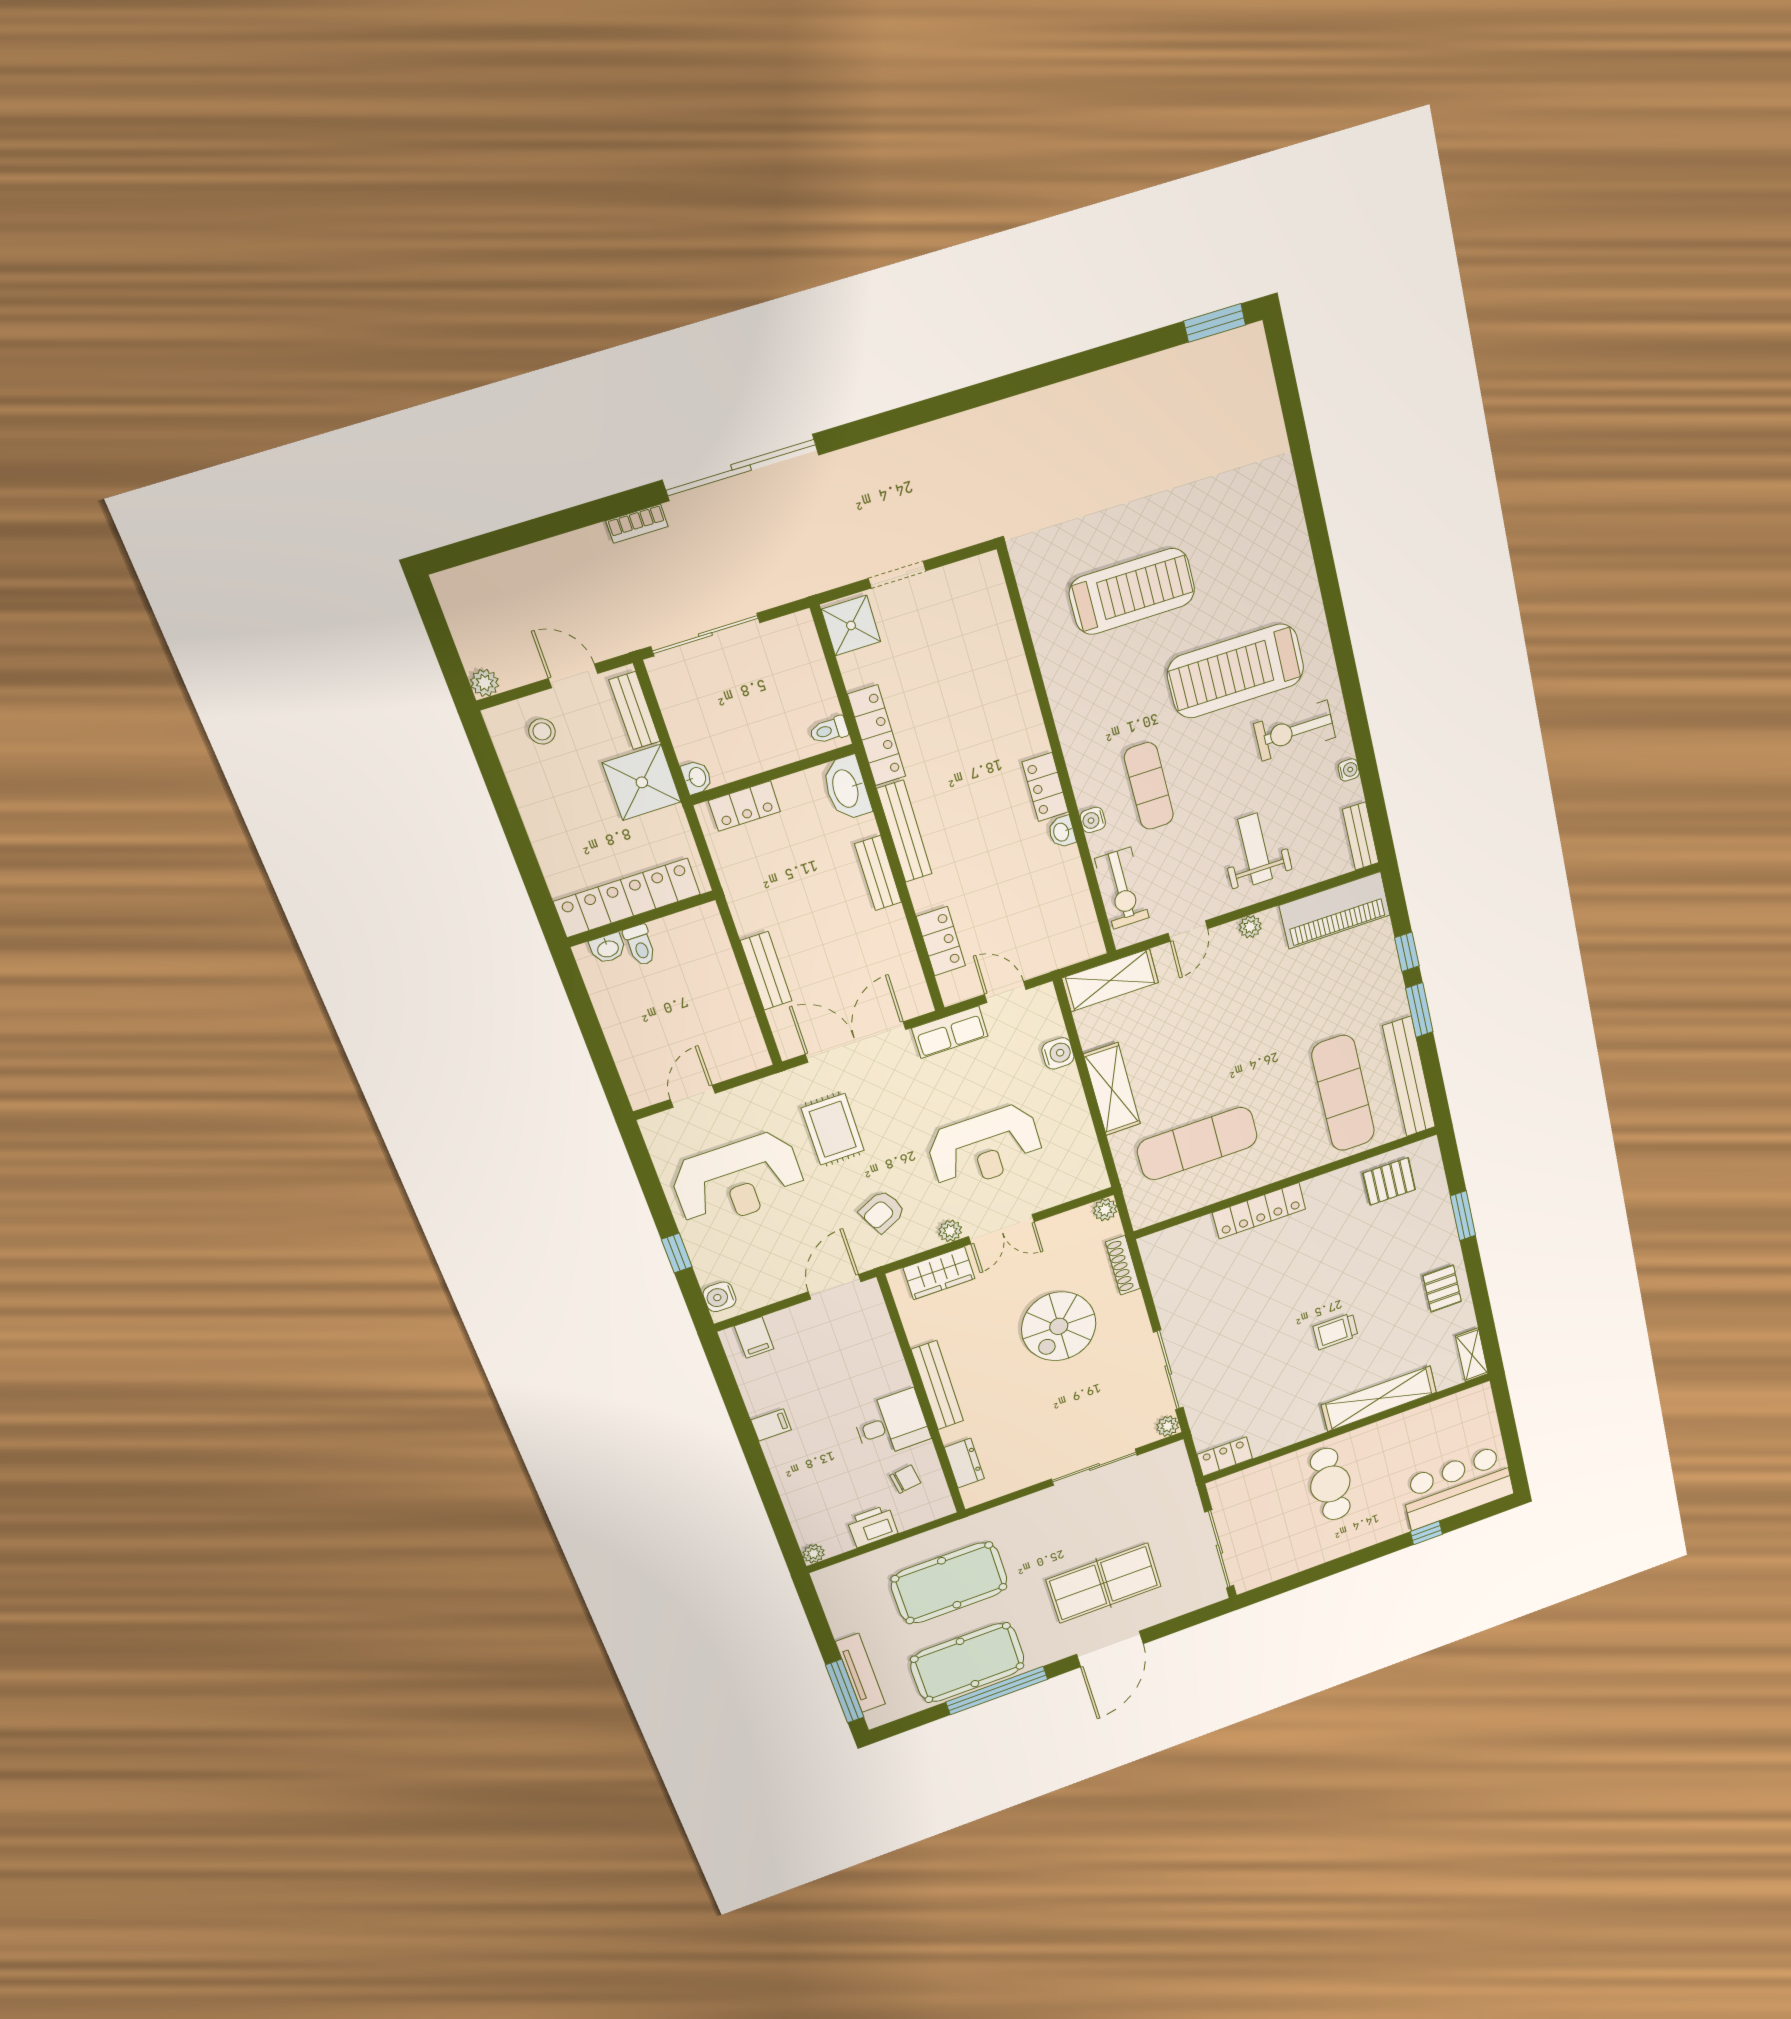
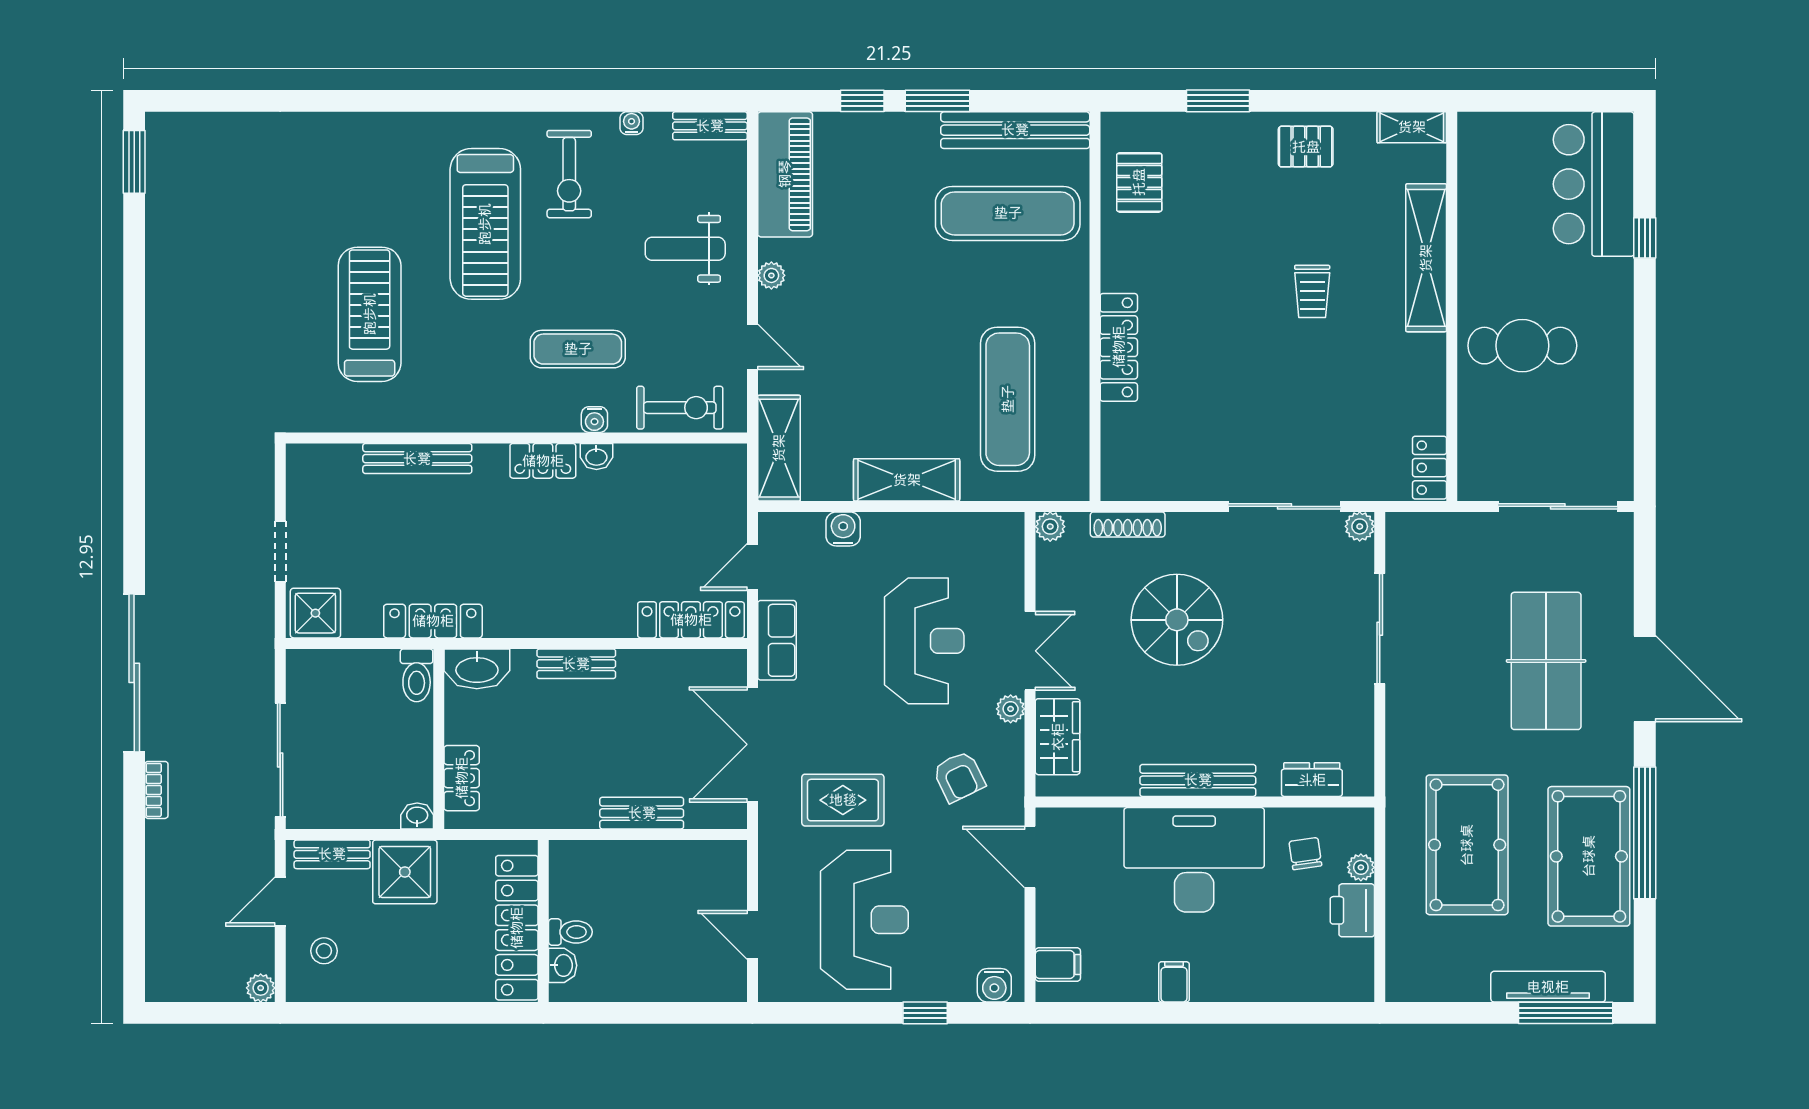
toilet: (829, 730) -> (417, 675), width x1.37, depth x1.39
bench: (904, 831) -> (417, 459), moved
locker: (941, 941) -> (691, 620), width x1.53
desk: (891, 1424) -> (1194, 860), width x1.87, depth x1.30
plant: (814, 1554) -> (1361, 867), moved

